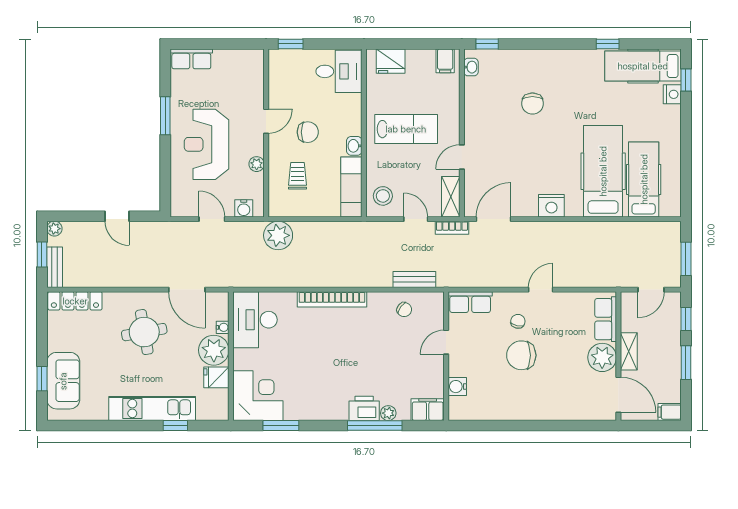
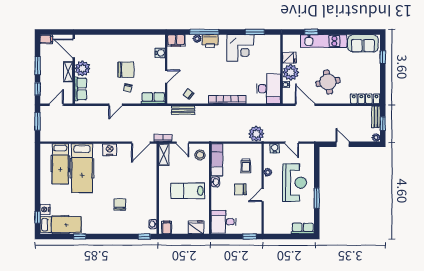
door: (462, 157) -> (158, 176), removed
sofa: (63, 381) -> (363, 43), moved, turned -90
corner desk: (258, 396) -> (240, 48), moved, turned -90

